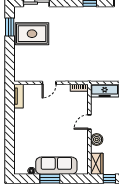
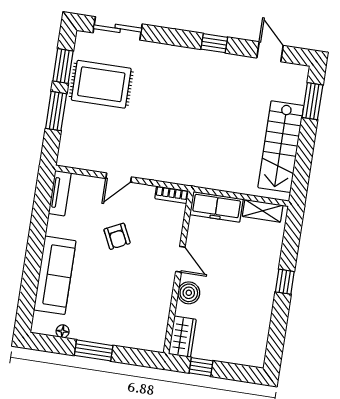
window: (10, 52) -> (56, 111), added
armchair: (53, 115) -> (117, 236), added
door: (89, 122) -> (180, 259), swing flipped
sofa: (56, 166) -> (55, 275), moved, turned 90

